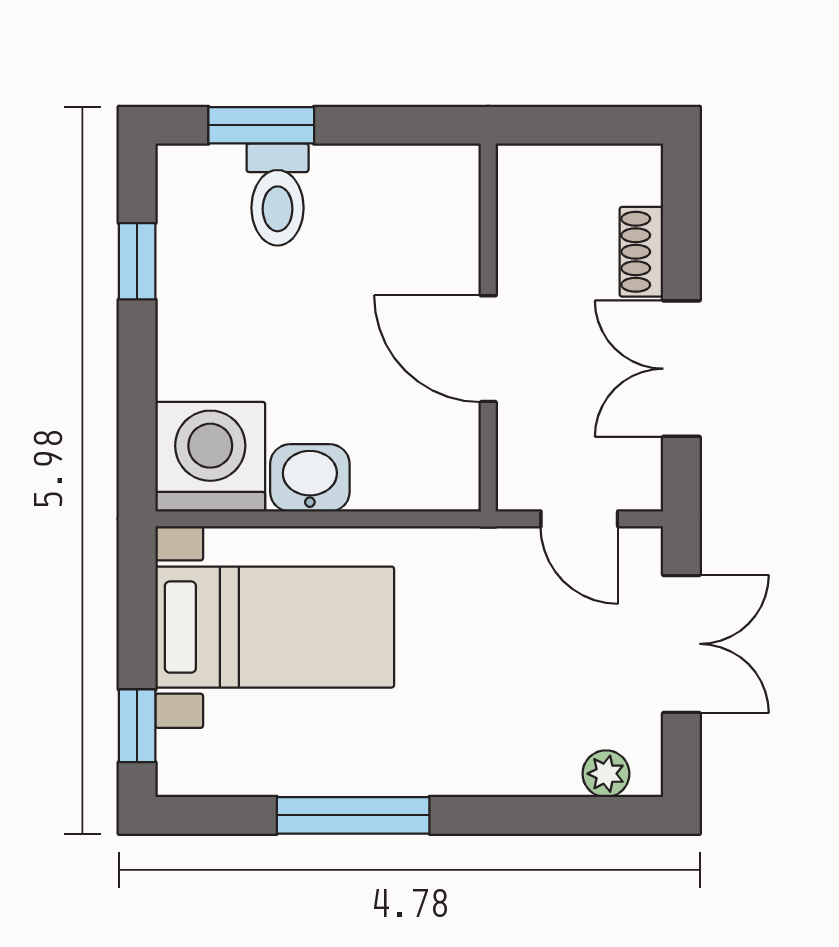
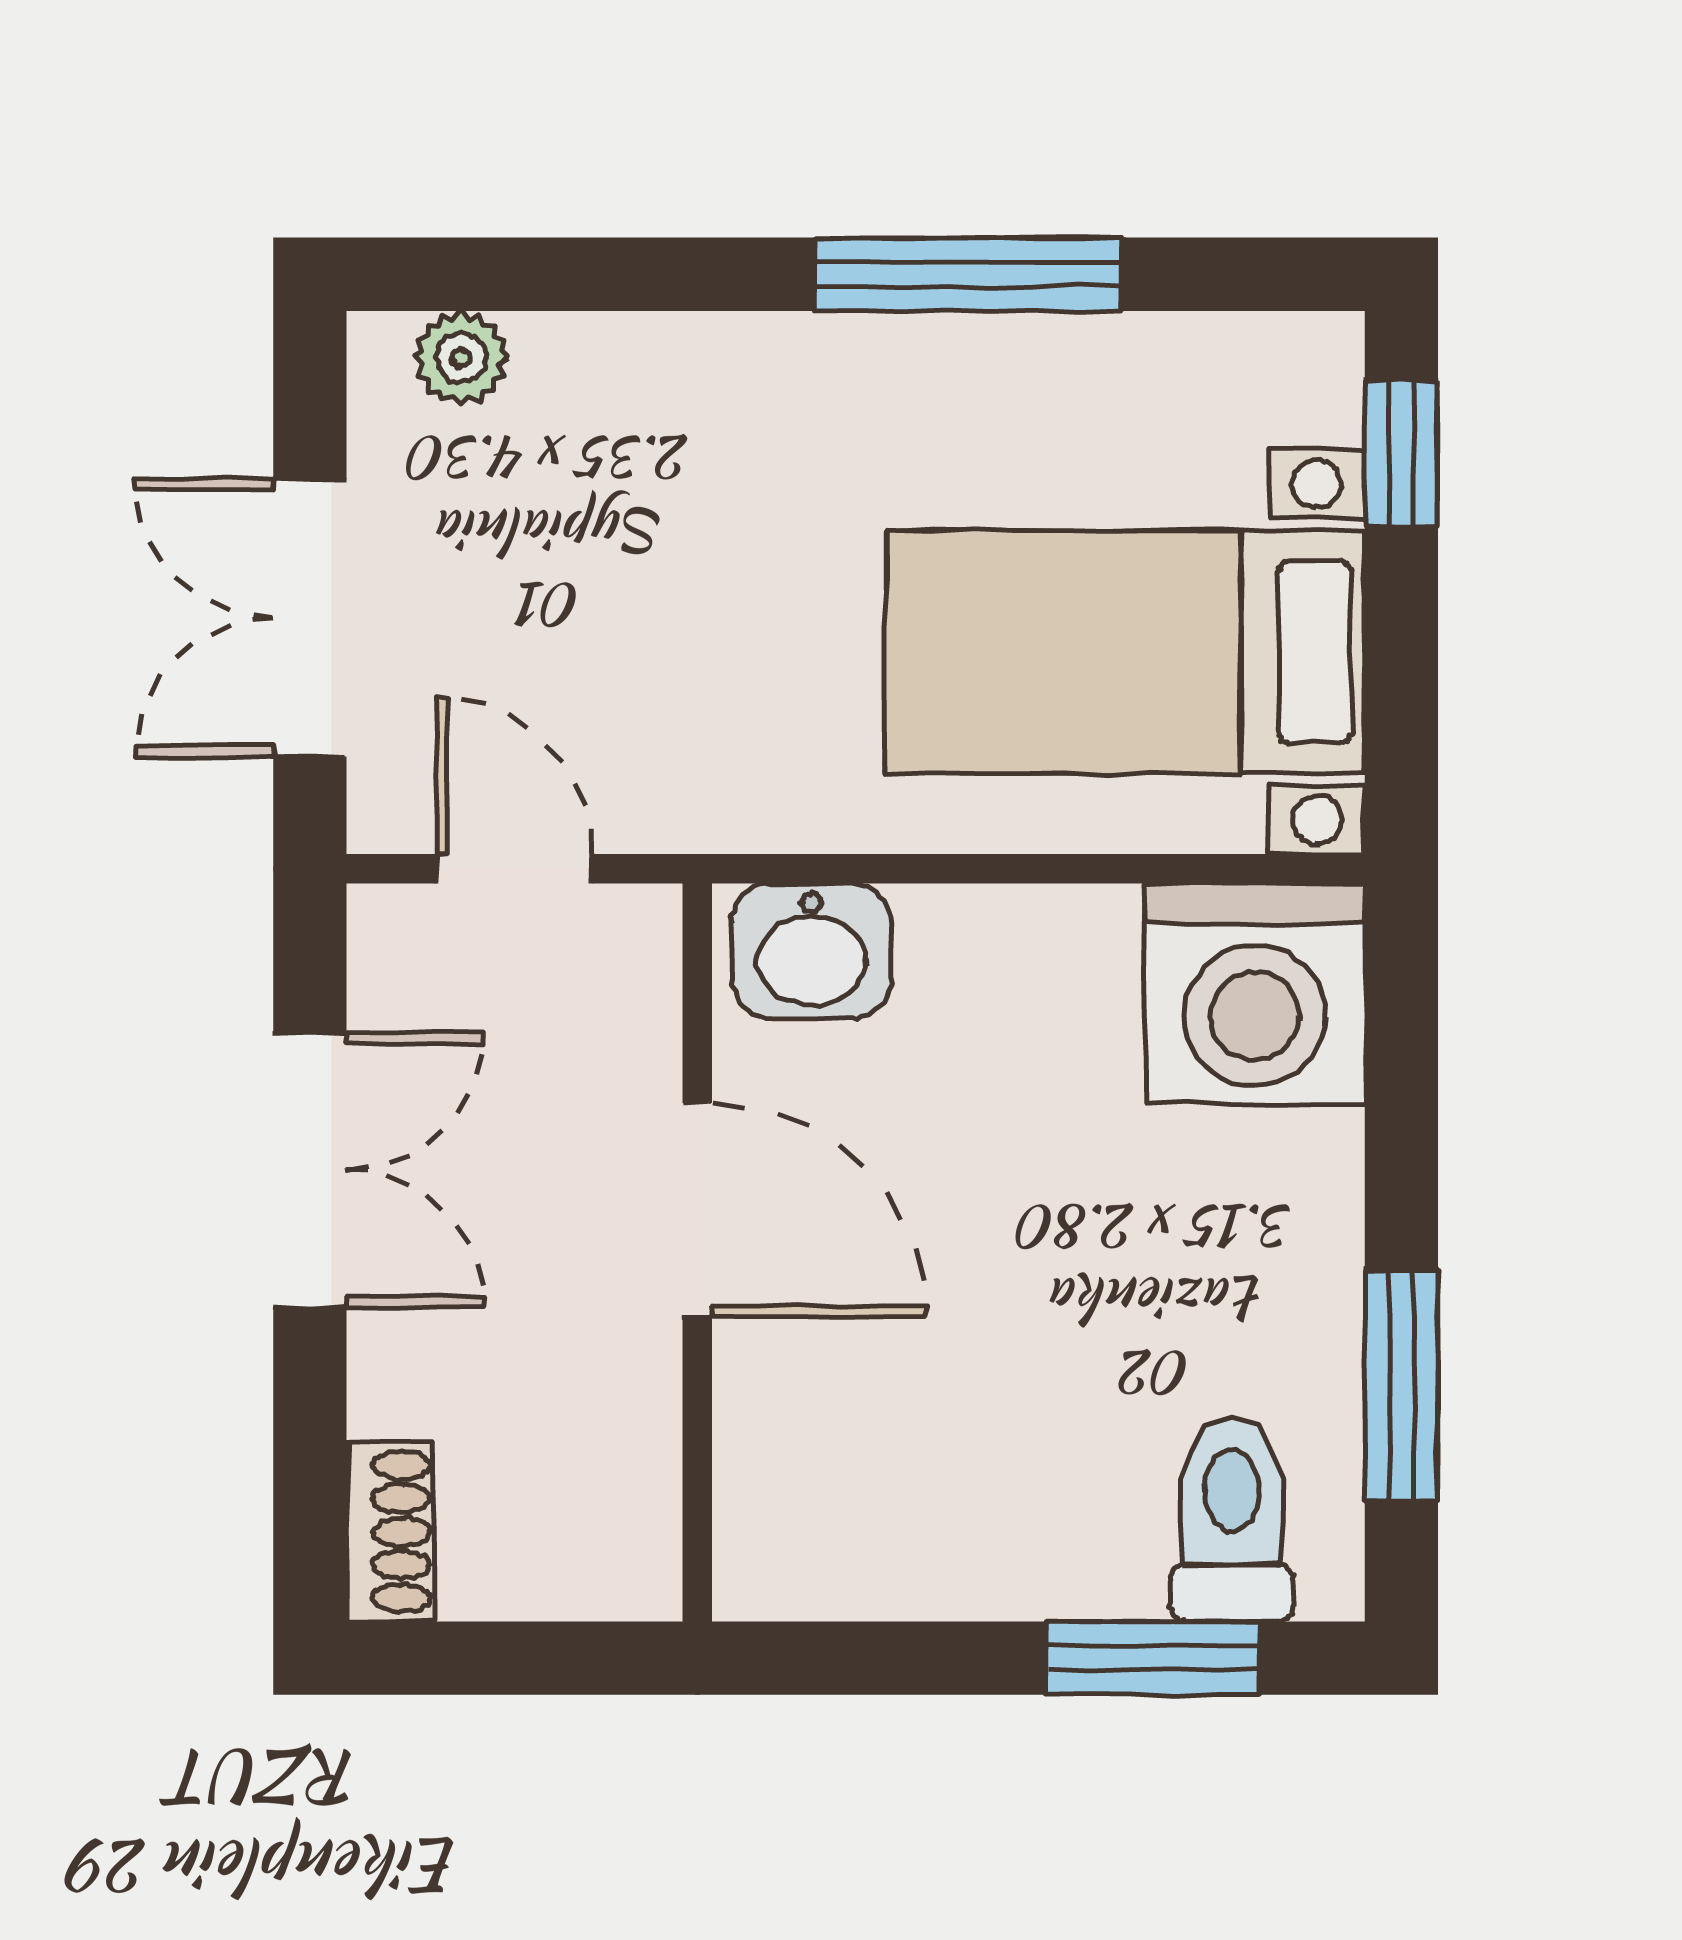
toilet: (278, 195) -> (1232, 1519), moved
shoe rack: (641, 252) -> (390, 1532), moved
window: (137, 261) -> (1401, 1385), width x1.50
washbasin: (310, 478) -> (811, 951), moved

